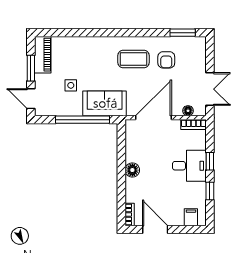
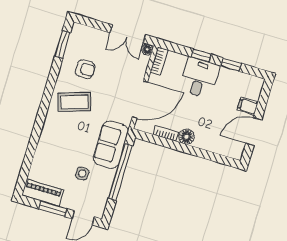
coffee table: (134, 59) -> (74, 102), turned 72
double door: (210, 89) -> (128, 34), swing flipped
floor lamp: (188, 111) -> (147, 49), moved
door: (154, 118) -> (140, 100), swing flipped
bookcase: (130, 215) -> (166, 134), moved
filing cabinet: (191, 217) -> (248, 106), moved

